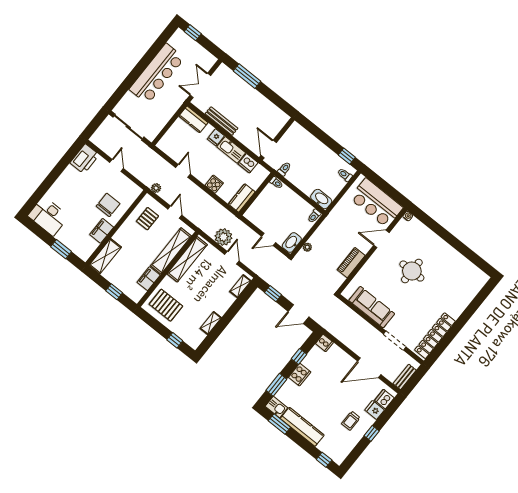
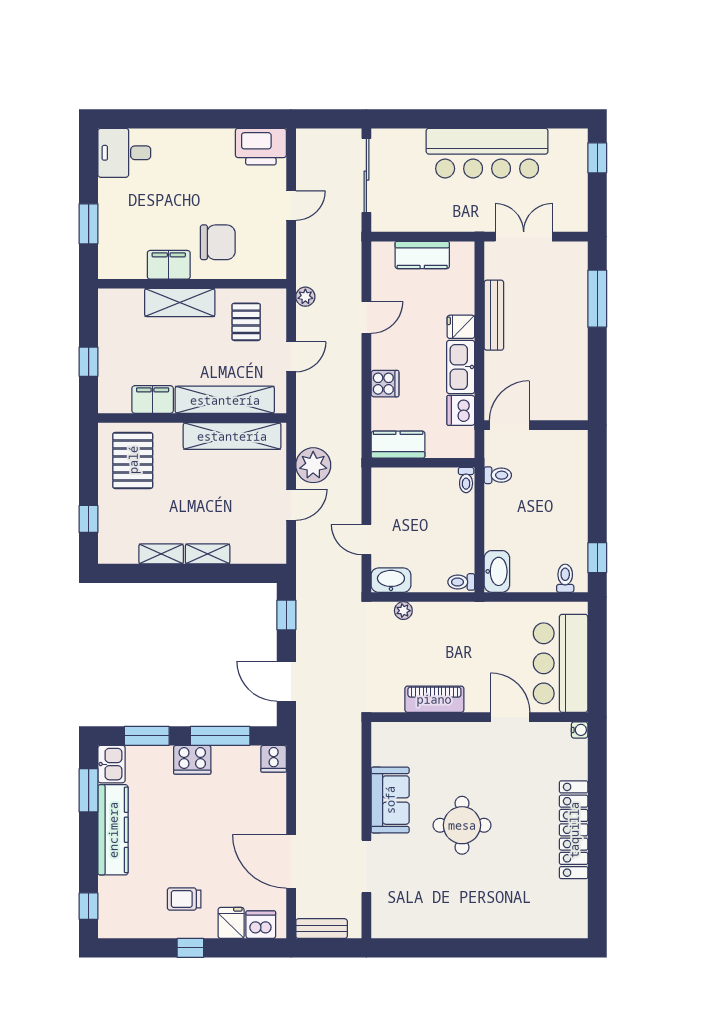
kitchen counter: (193, 119) -> (422, 255), moved, turned -90
desk: (48, 216) -> (124, 153), width x0.73
pallet: (148, 219) -> (246, 322), turned 90
shelving: (105, 256) -> (180, 303), moved
round table: (412, 271) -> (462, 825), moved
shelving: (240, 286) -> (208, 554), moved
sofa: (372, 307) -> (390, 800), width x0.73
locker: (435, 336) -> (574, 830), moved, turned -90
window: (299, 357) -> (220, 736), width x2.17

